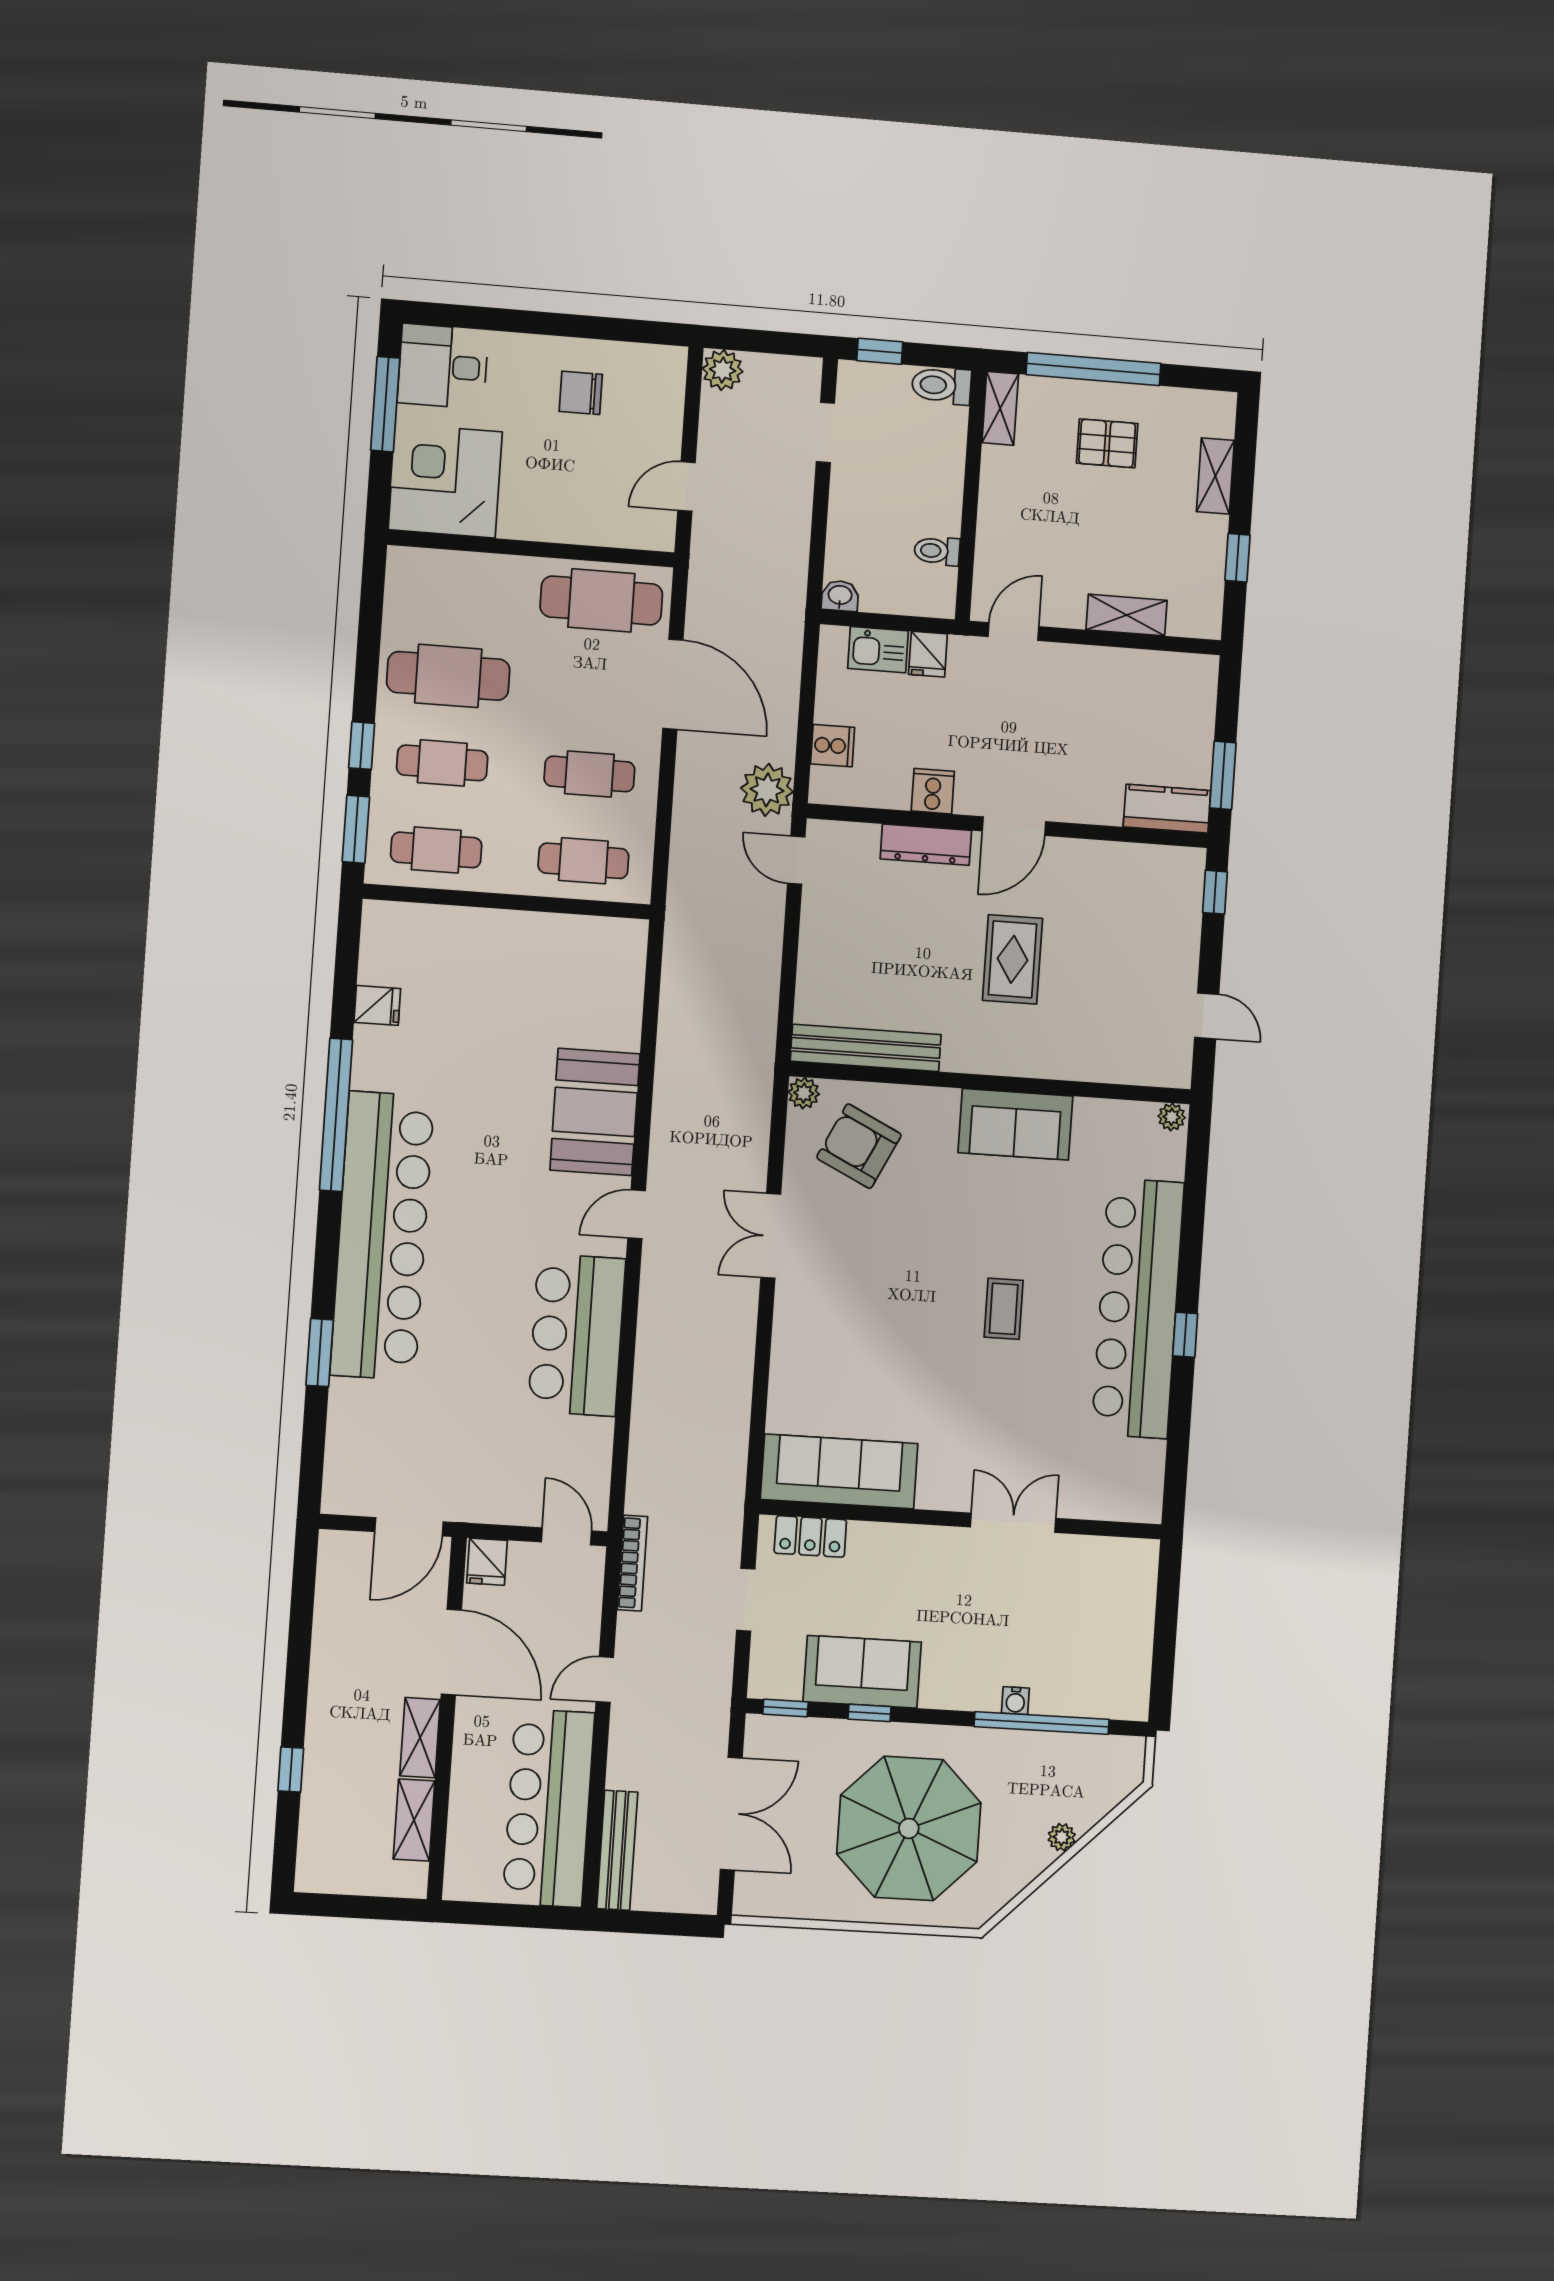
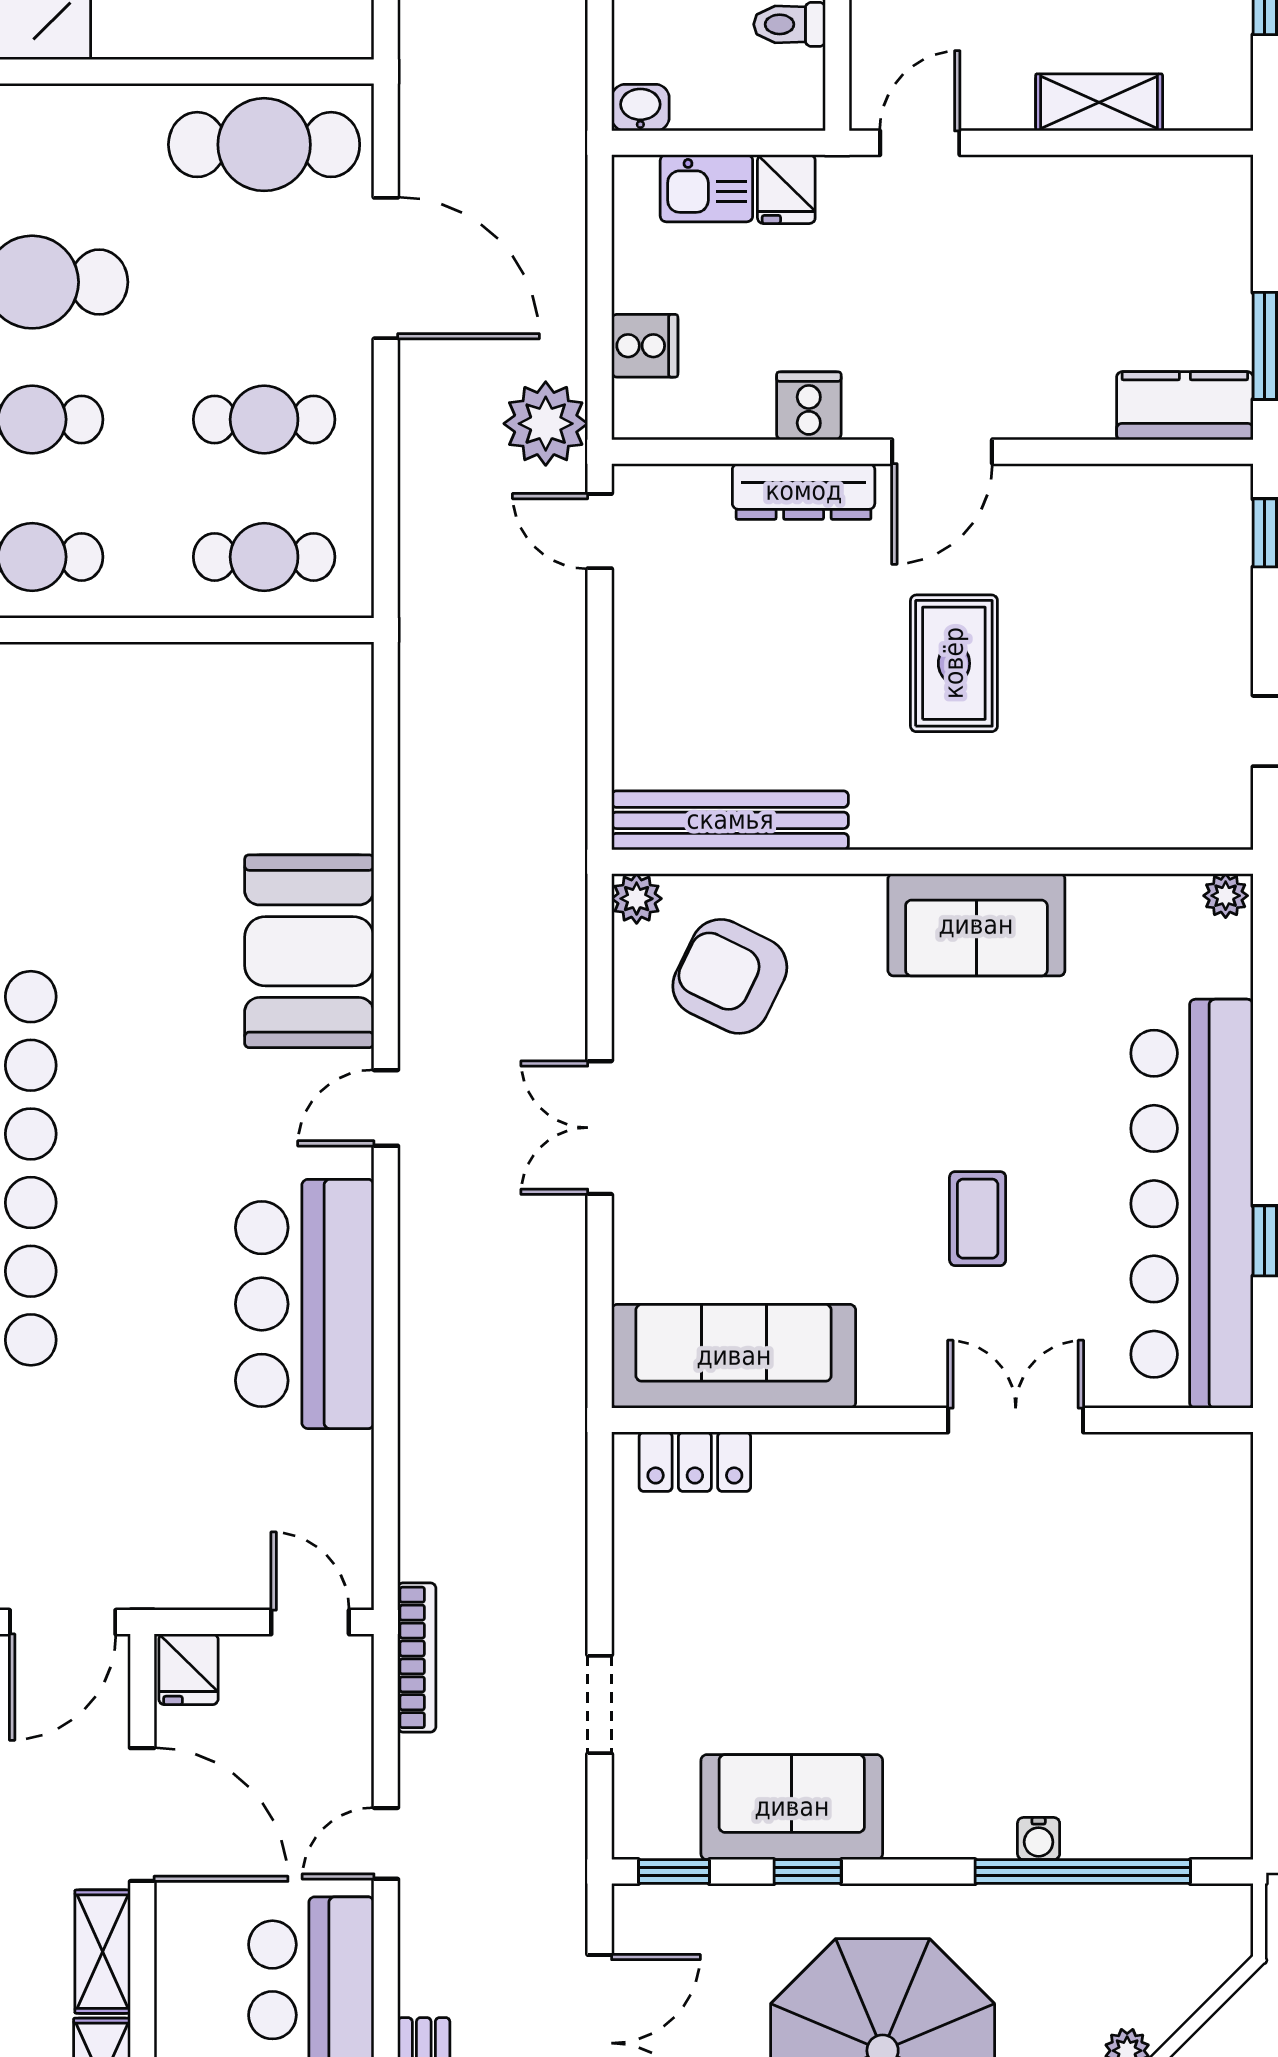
sofa: (839, 1472) -> (734, 1356), moved
wall: (961, 1519) -> (932, 1420), moved
double door: (1013, 1523) -> (1016, 1420), moved
locker: (810, 1536) -> (695, 1462), moved

